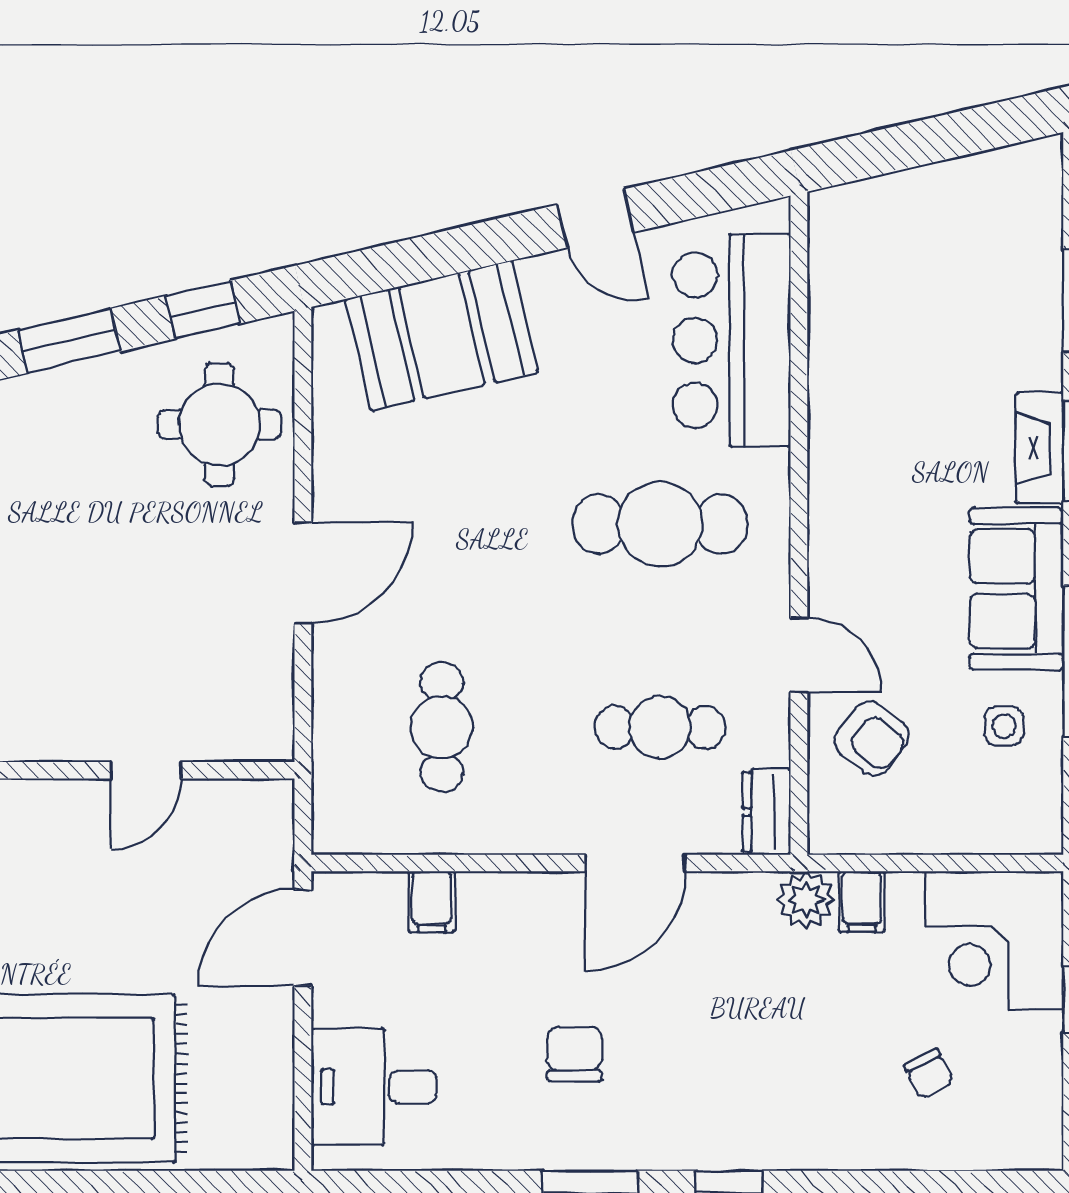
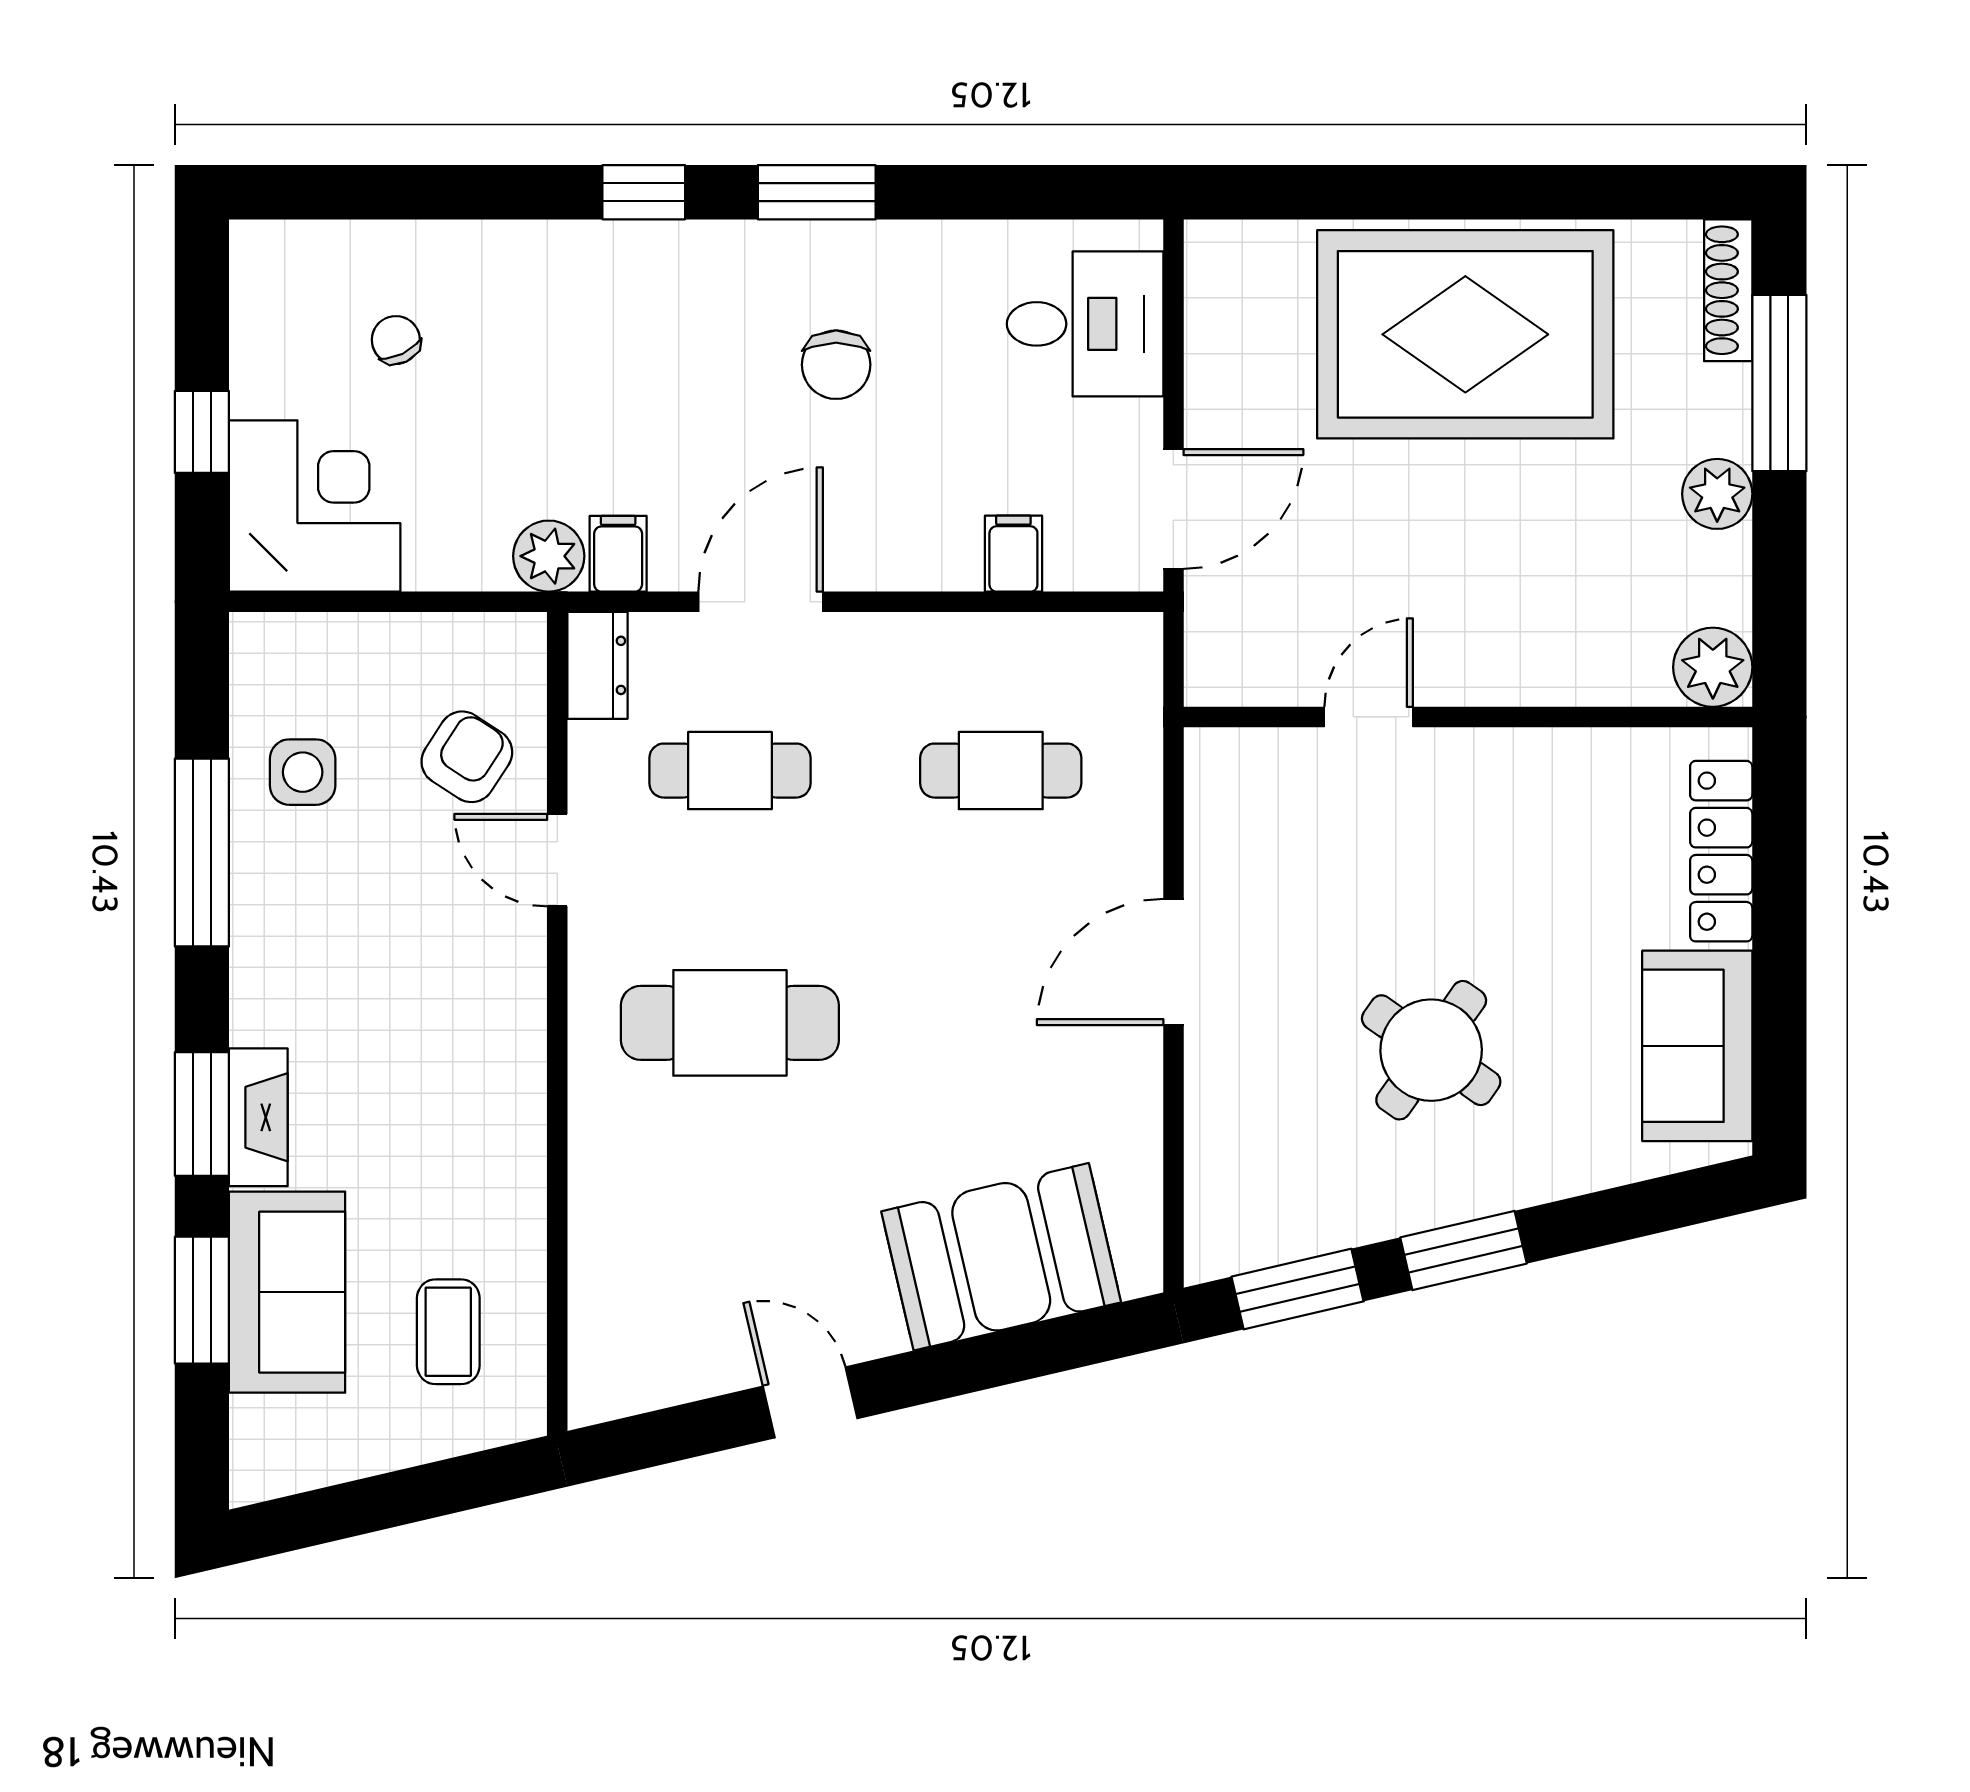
coffee table: (887, 275) -> (448, 1332), added
window: (203, 310) -> (1298, 1289), width x1.50
bar counter: (732, 340) -> (641, 1251), removed
round table: (219, 425) -> (1431, 1050), moved, turned 35
sofa: (1016, 589) -> (287, 1292), moved
side table: (1004, 726) -> (303, 772), width x1.37, depth x1.37
cafe table: (442, 727) -> (1001, 771), turned 90
armchair: (872, 738) -> (467, 757), turned 85
filing cabinet: (862, 902) -> (618, 554), moved

